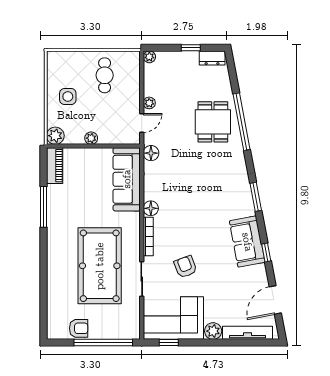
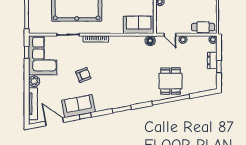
dresser: (212, 58) -> (212, 60), moved
cafe table: (105, 75) -> (203, 27), moved
dining table: (213, 122) -> (171, 81), turned 90
sofa: (127, 179) -> (139, 25), width x0.73
floor lamp: (151, 208) -> (114, 41), removed
sofa: (247, 242) -> (78, 106), moved
armchair: (185, 267) -> (83, 75), moved

